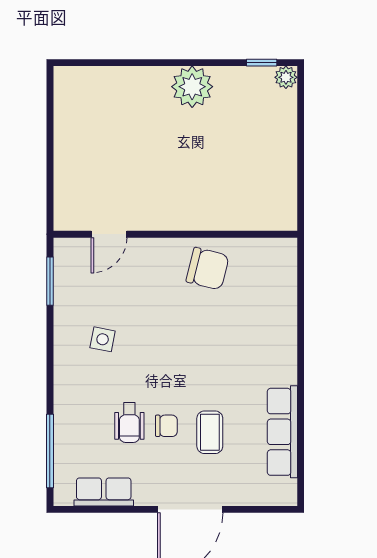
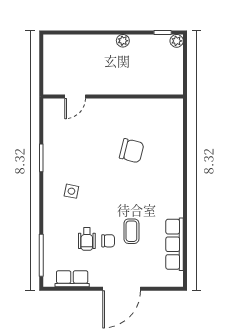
plant: (192, 87) -> (123, 41), width x0.53, depth x0.53
door: (109, 234) -> (75, 97), moved
wall: (175, 234) -> (113, 97), moved
coffee table: (210, 432) -> (131, 231), moved

